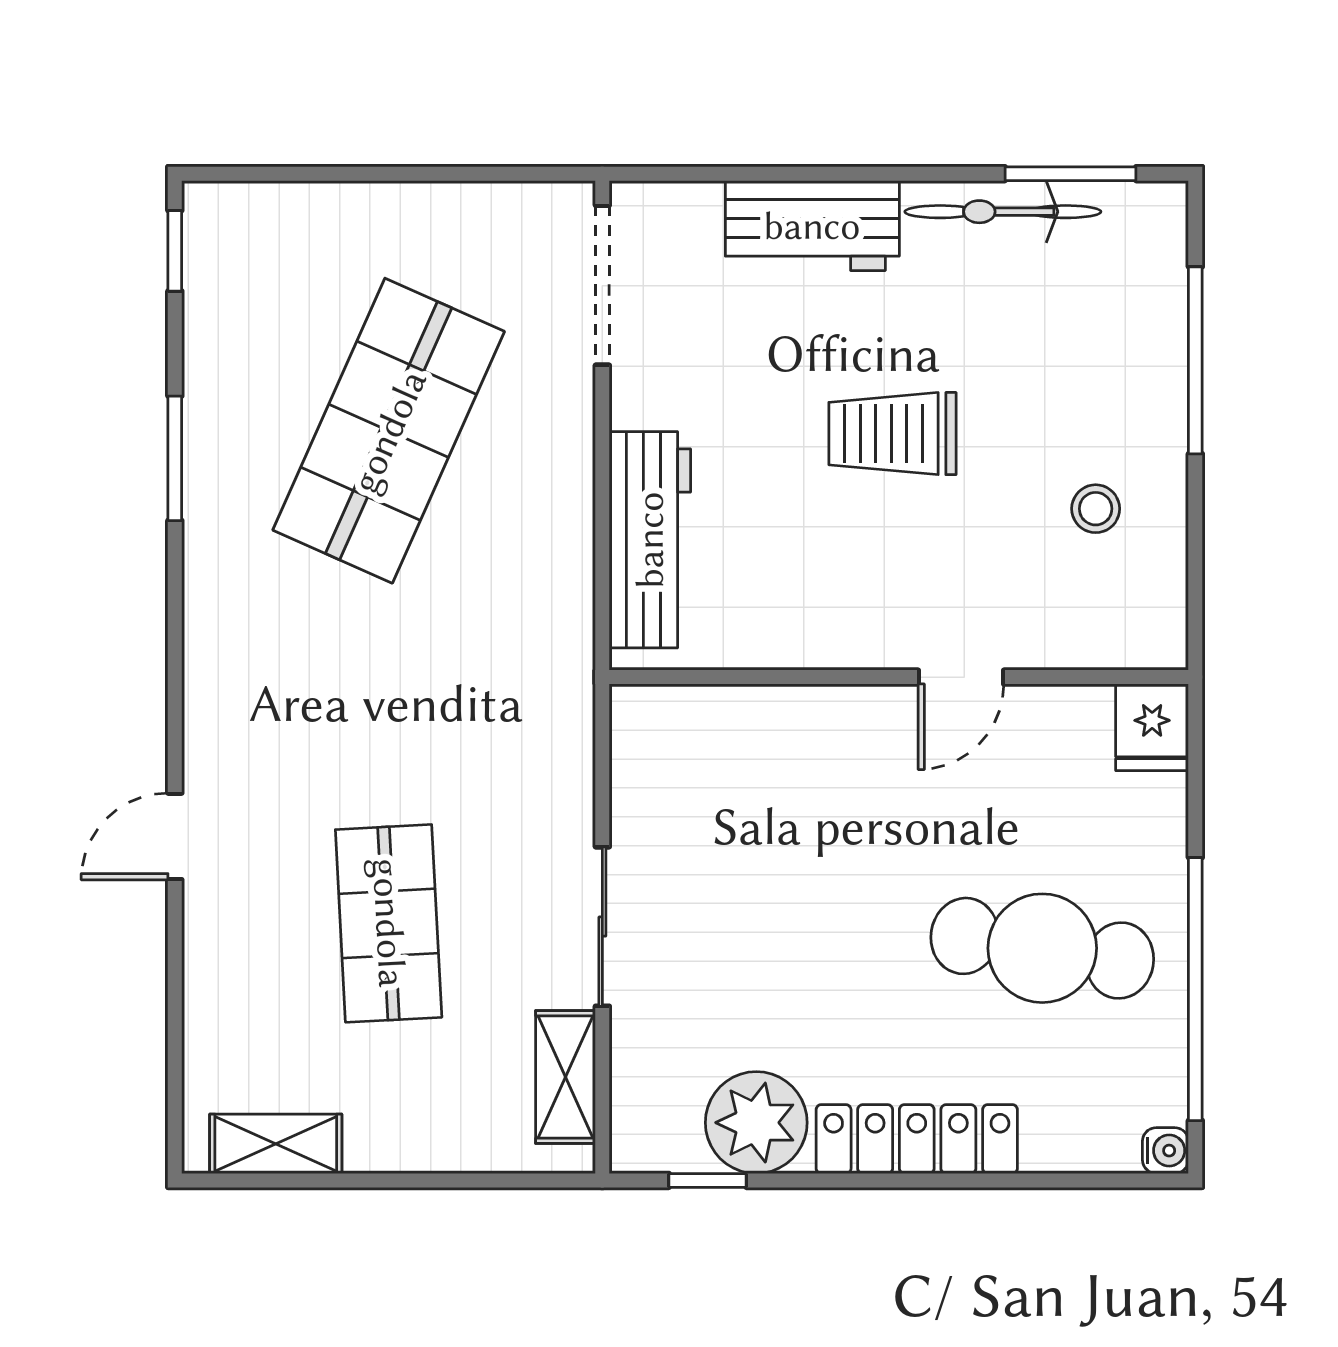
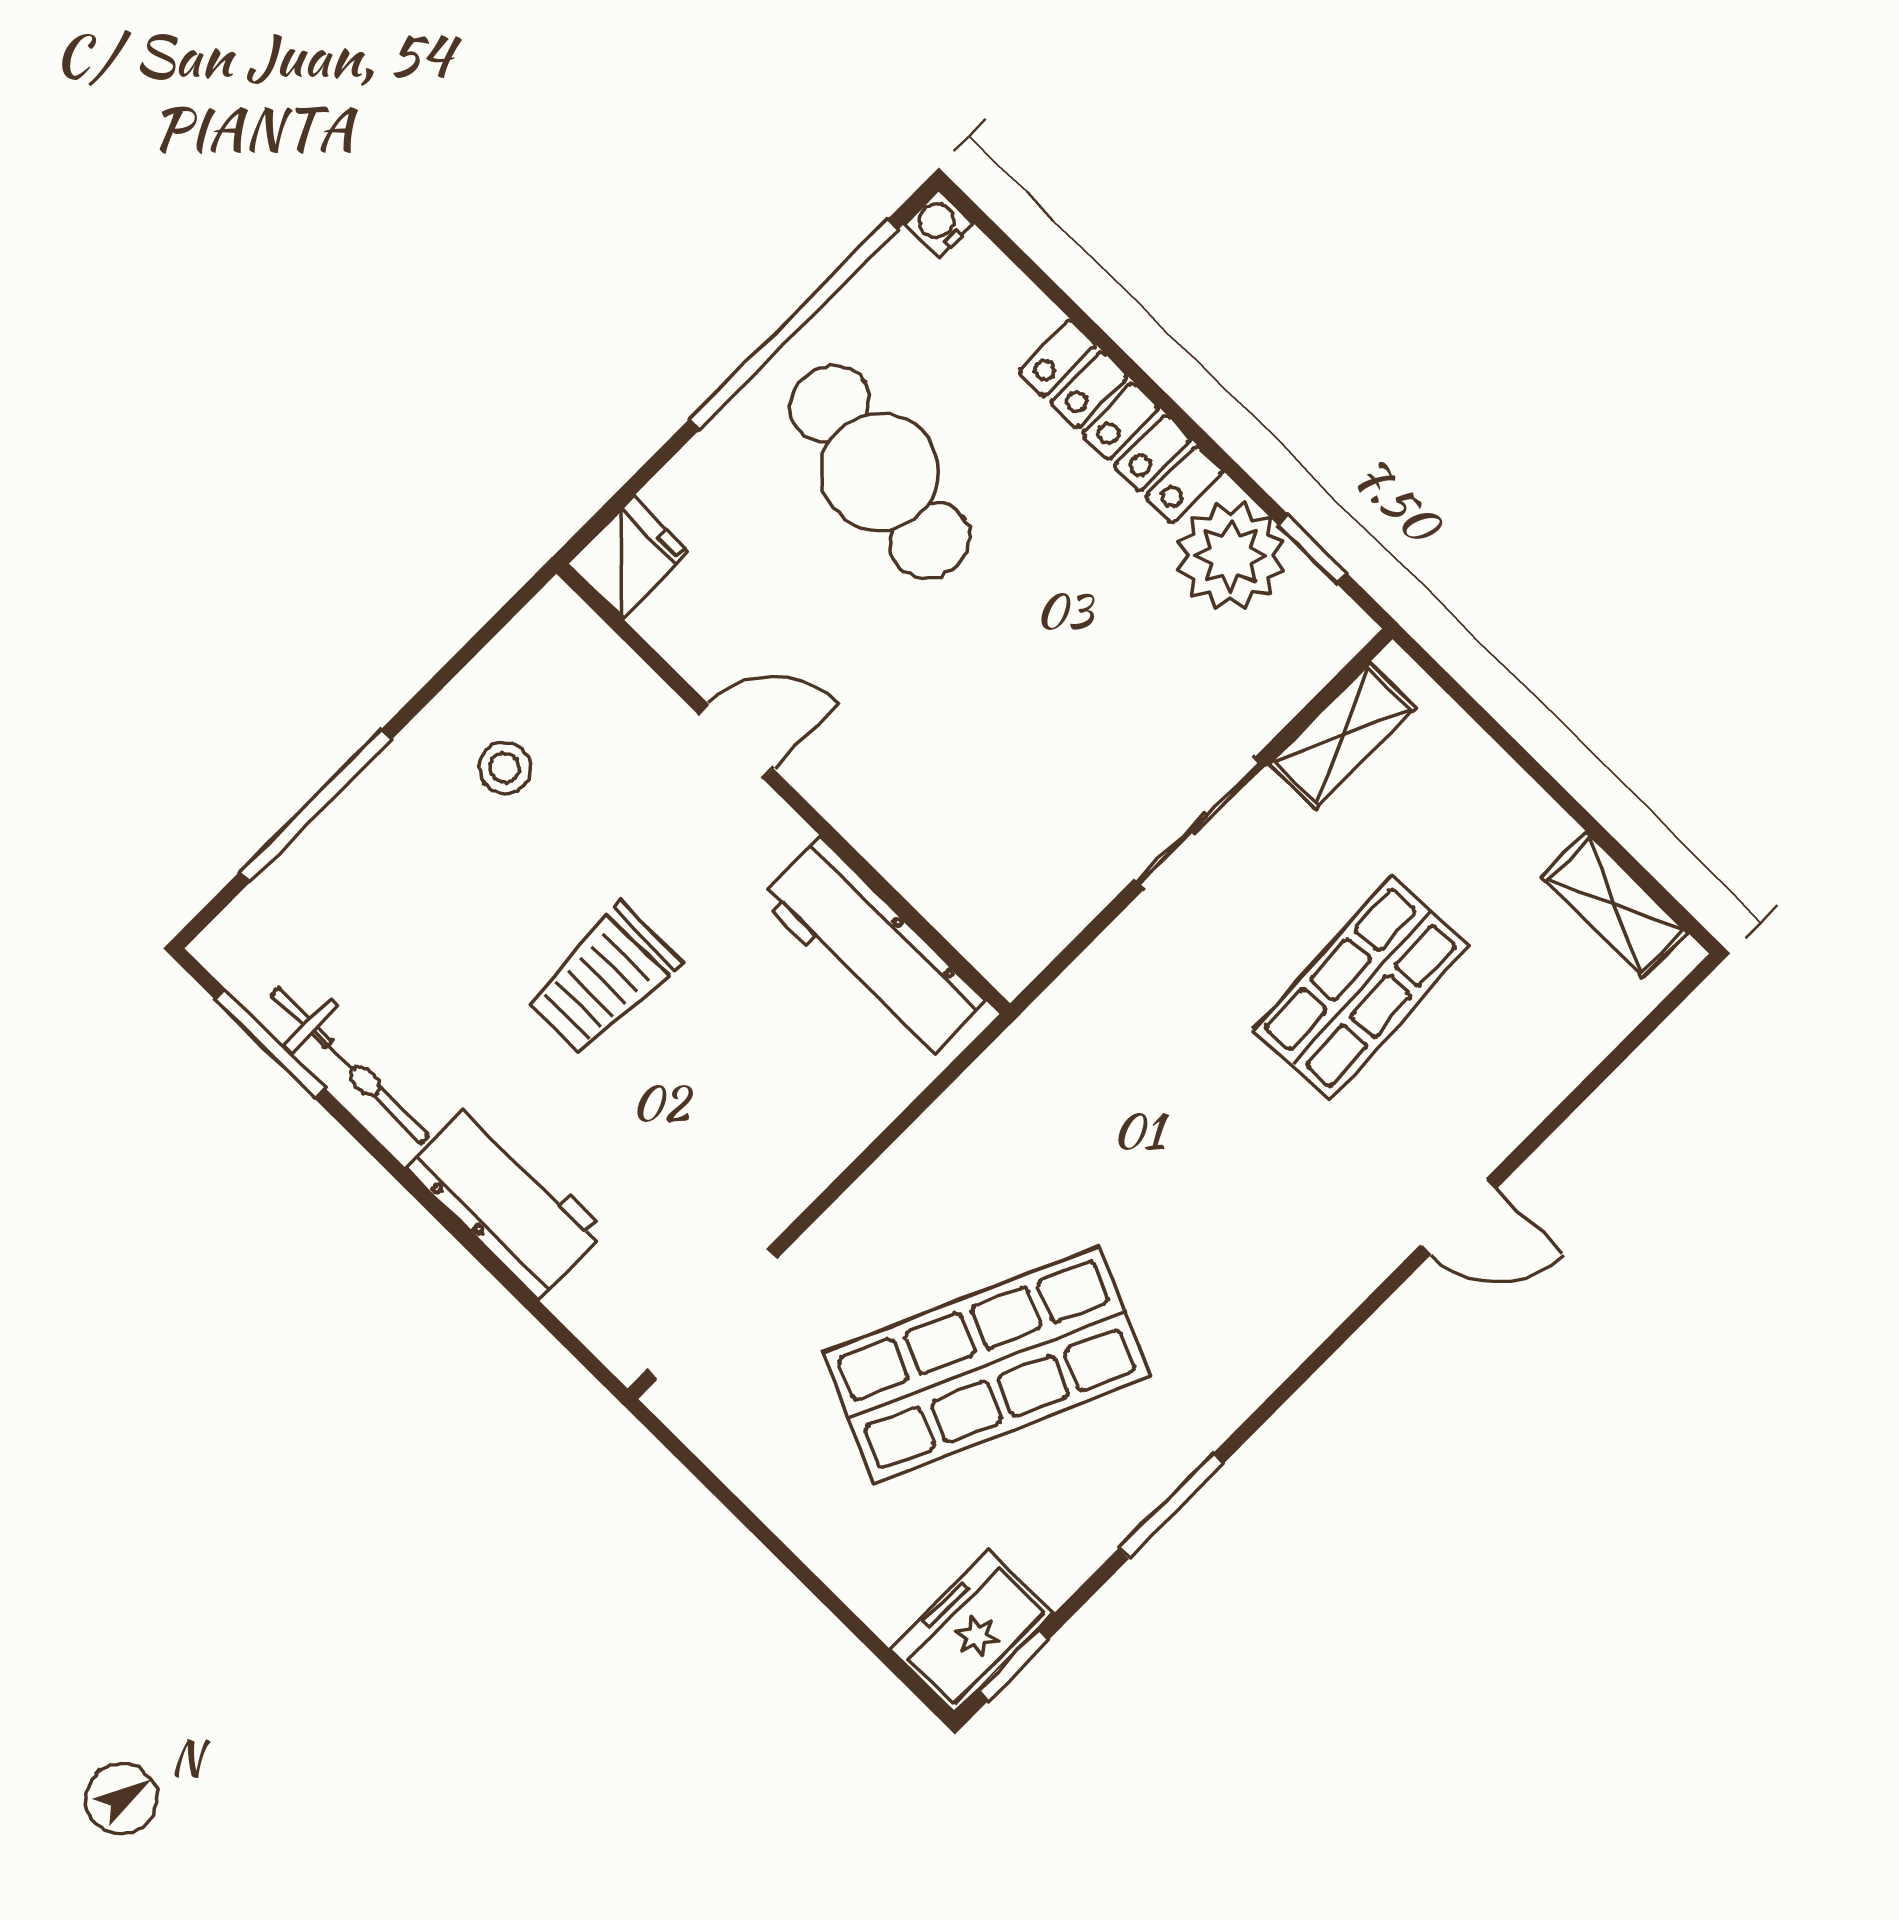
freezer: (224, 246) -> (972, 1631), added
trolley: (892, 434) -> (603, 980), turned 90
workbench: (650, 540) -> (873, 949), moved, turned -90

